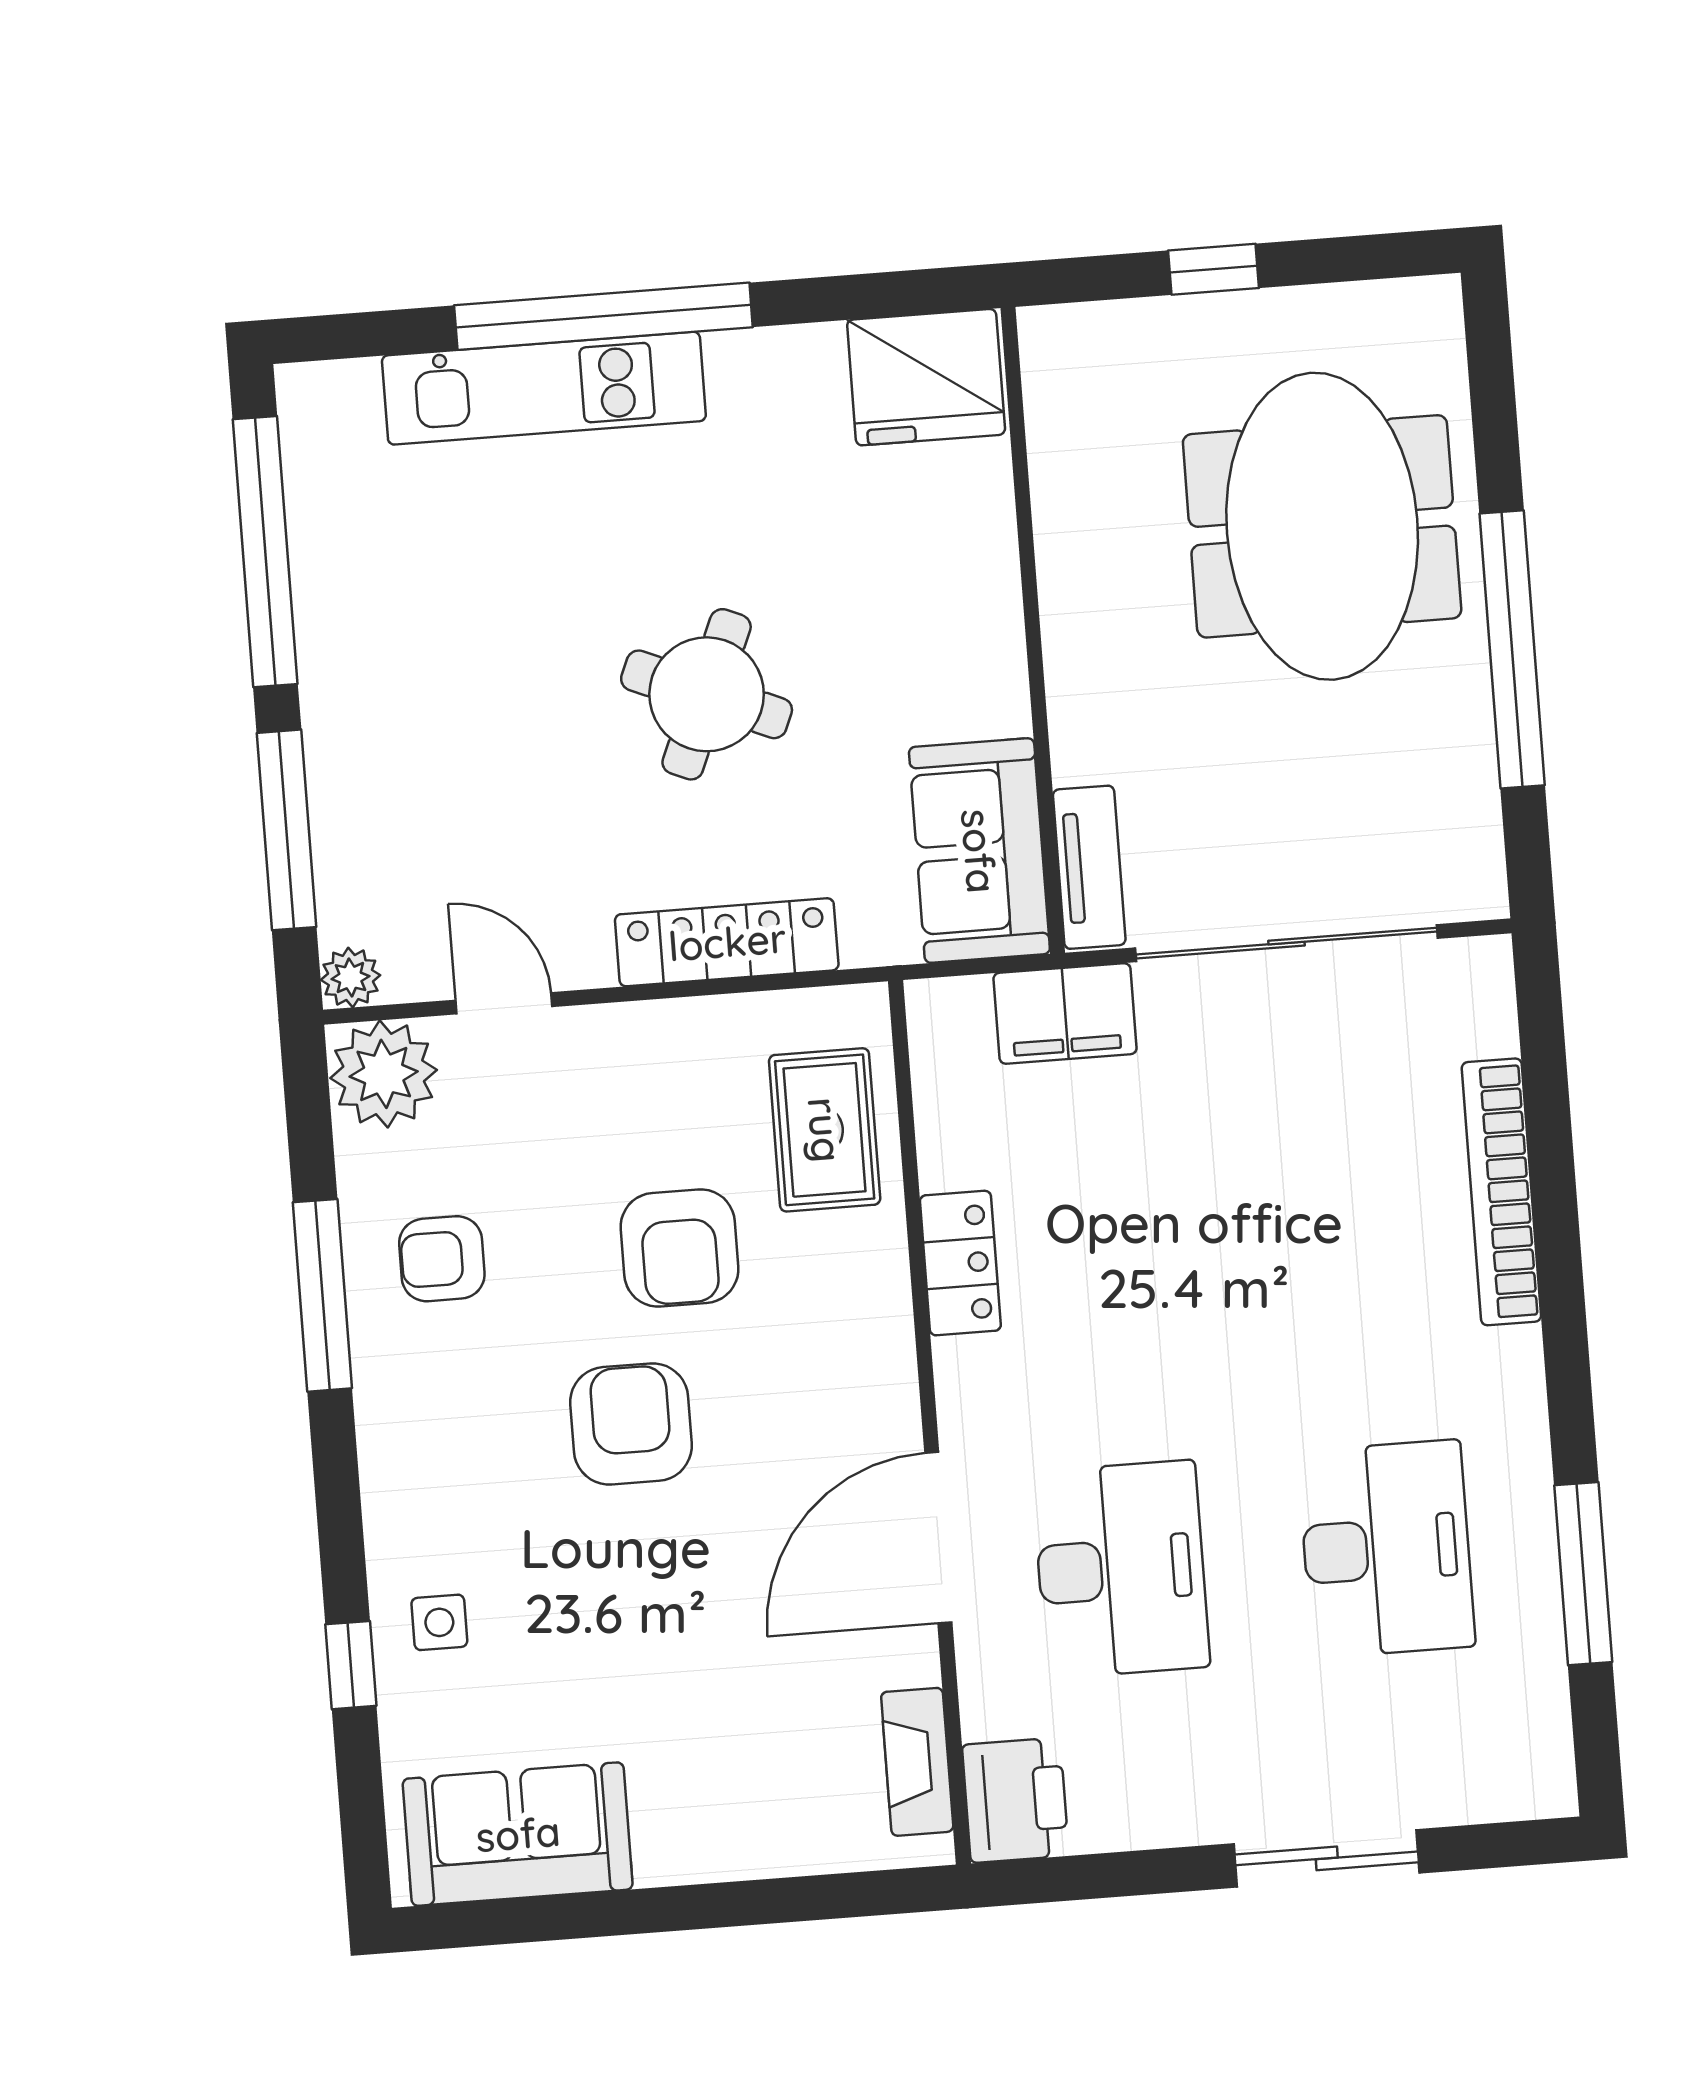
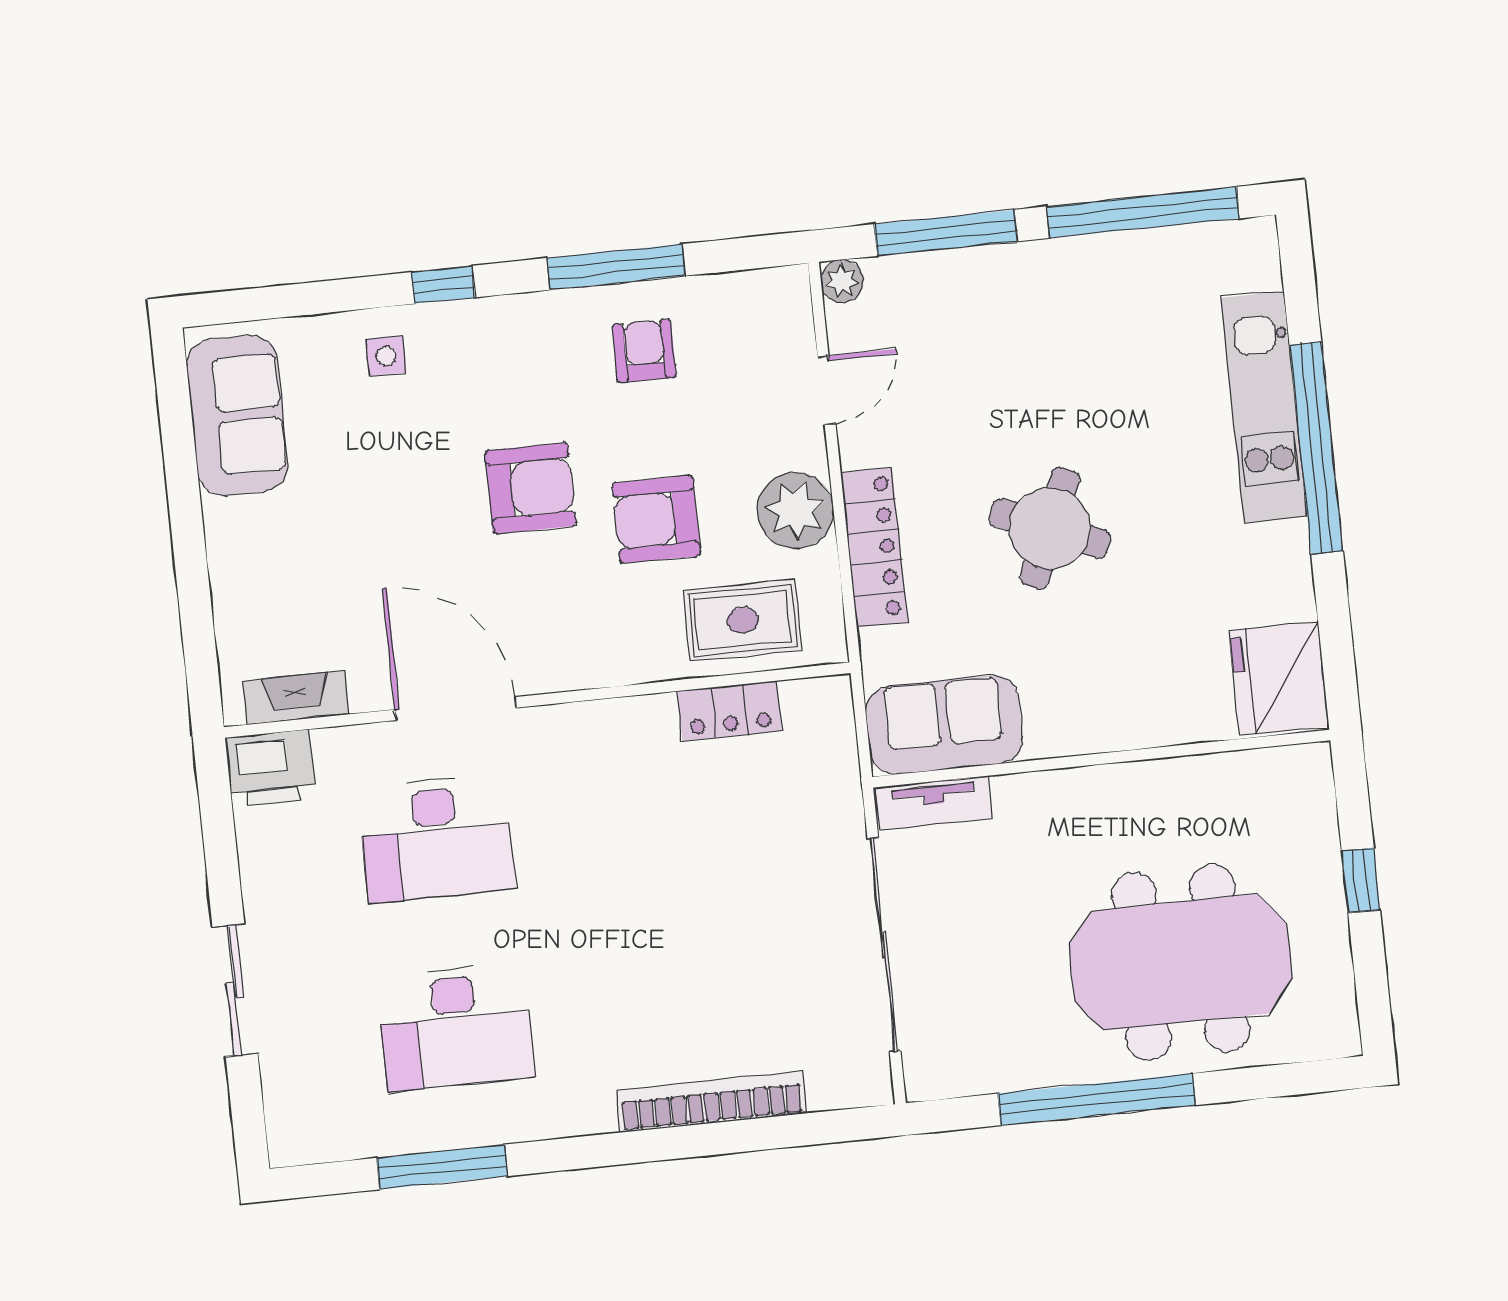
filing cabinet: (1065, 1013) -> (830, 789), removed
plant: (384, 1074) -> (795, 510), moved
locker: (960, 1263) -> (730, 711), moved
window: (351, 1665) -> (443, 285), moved

